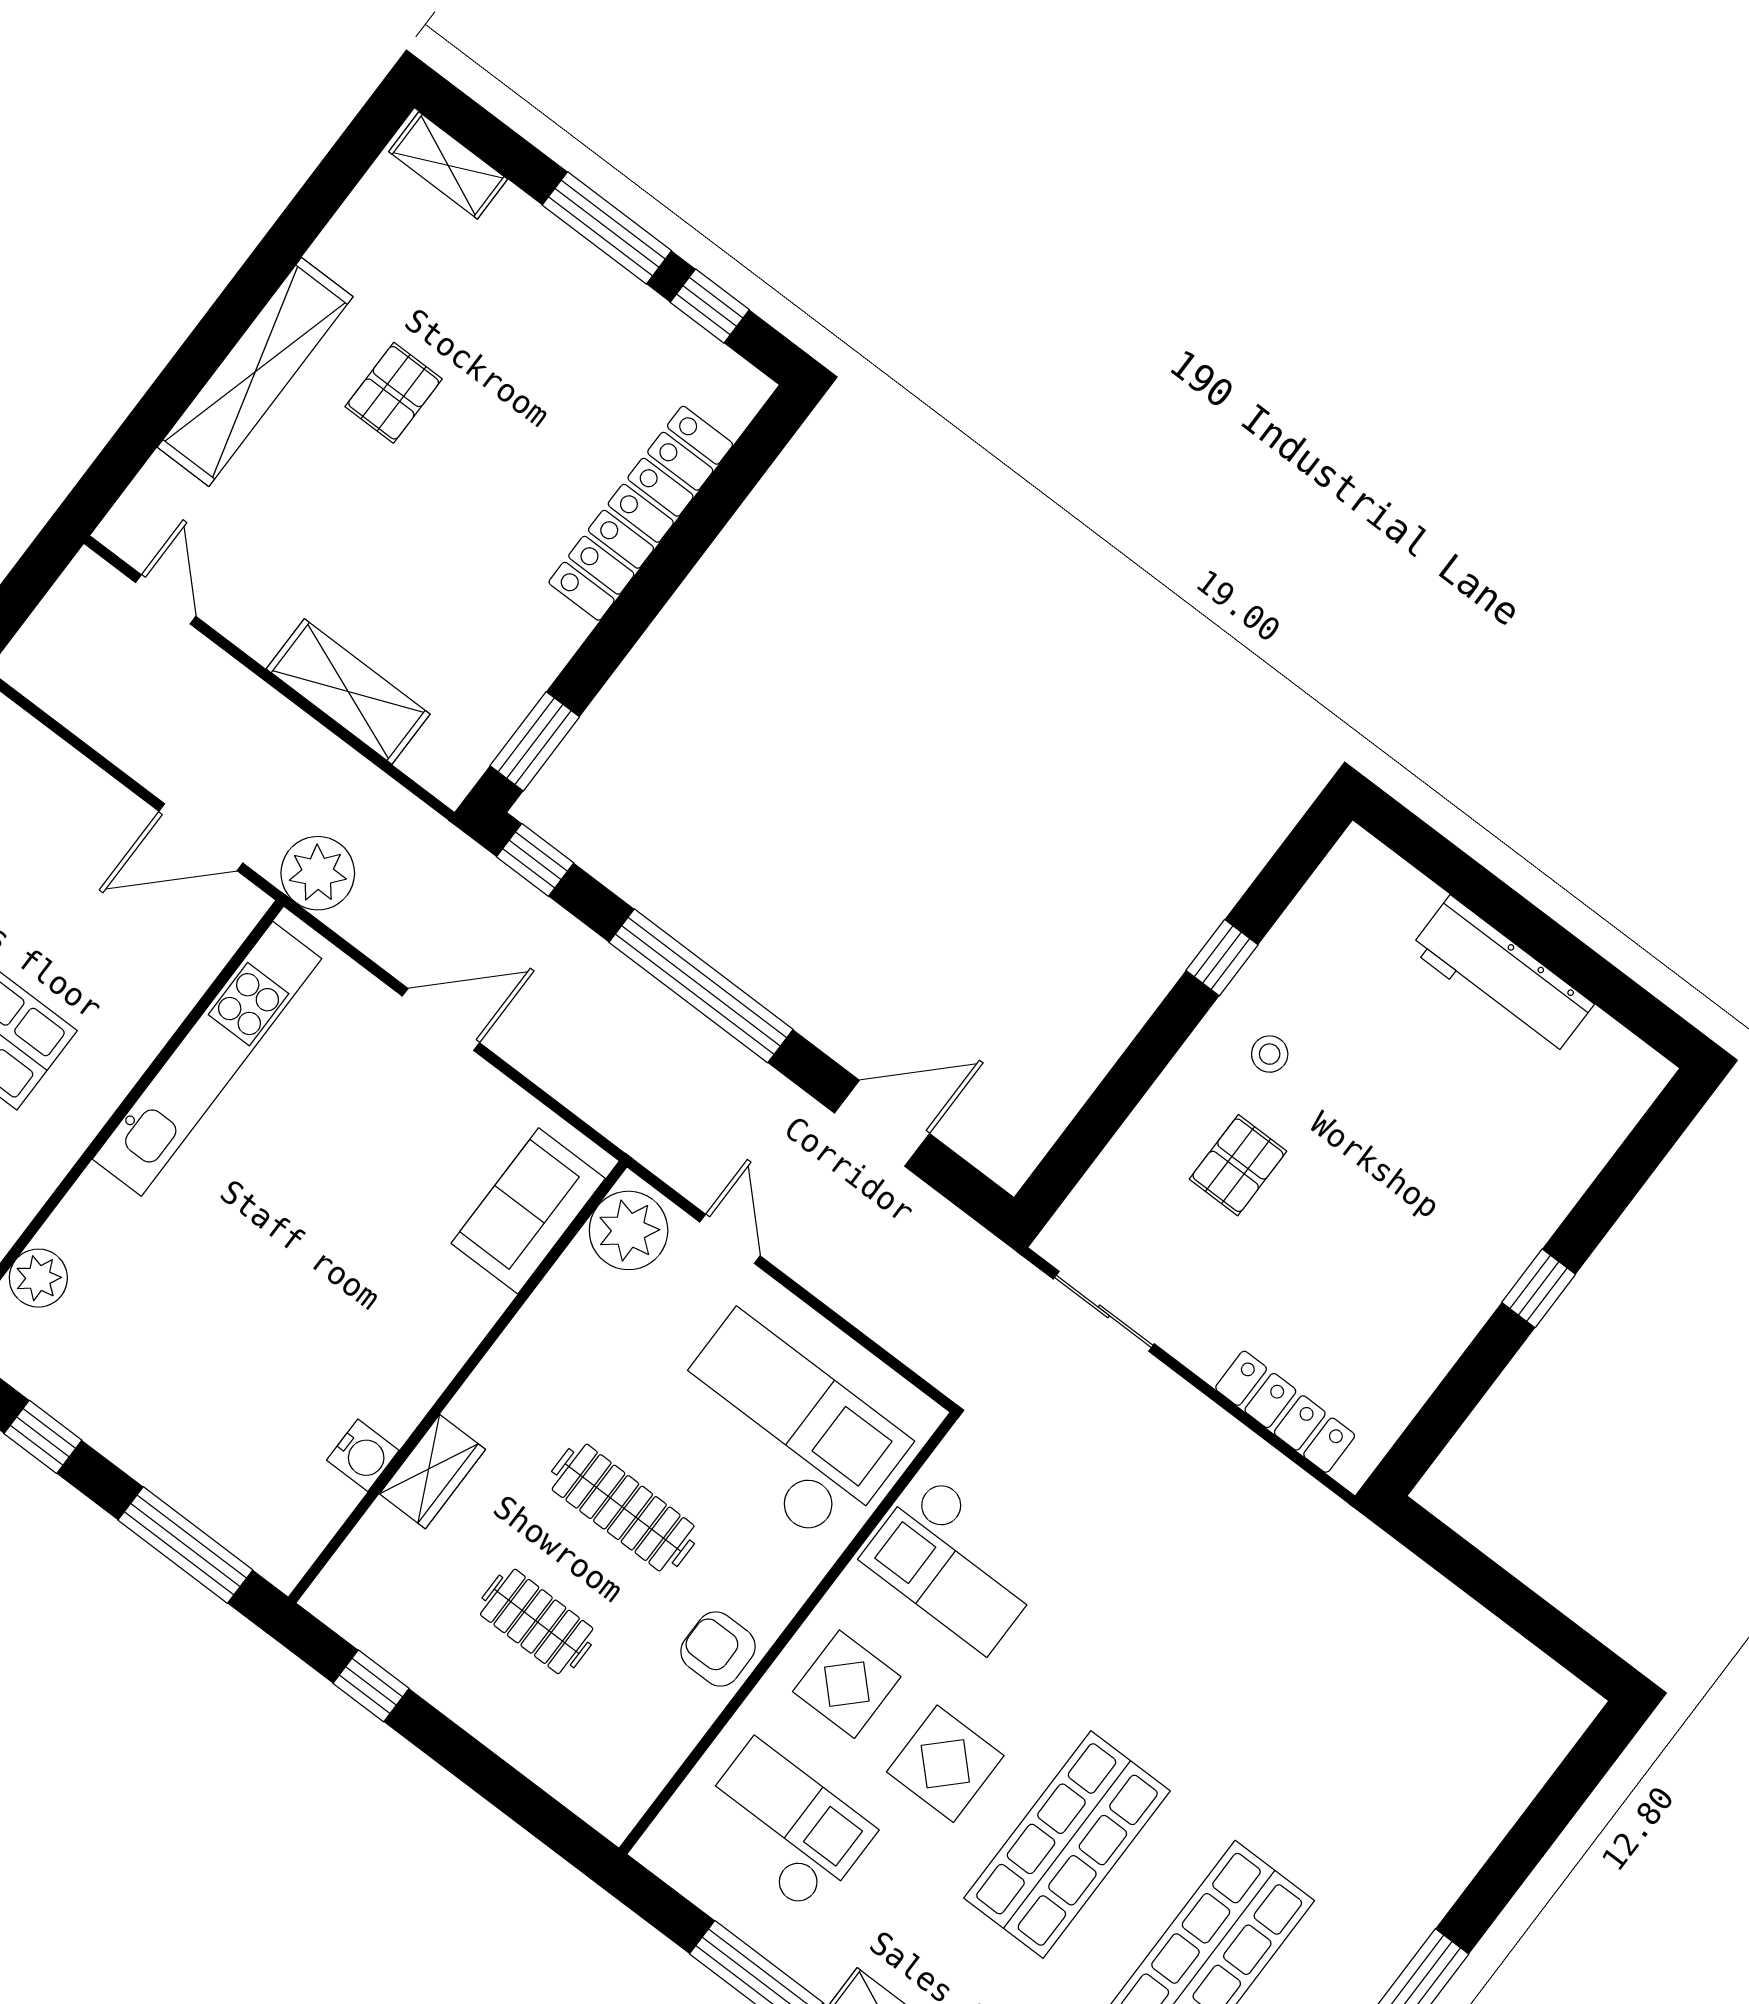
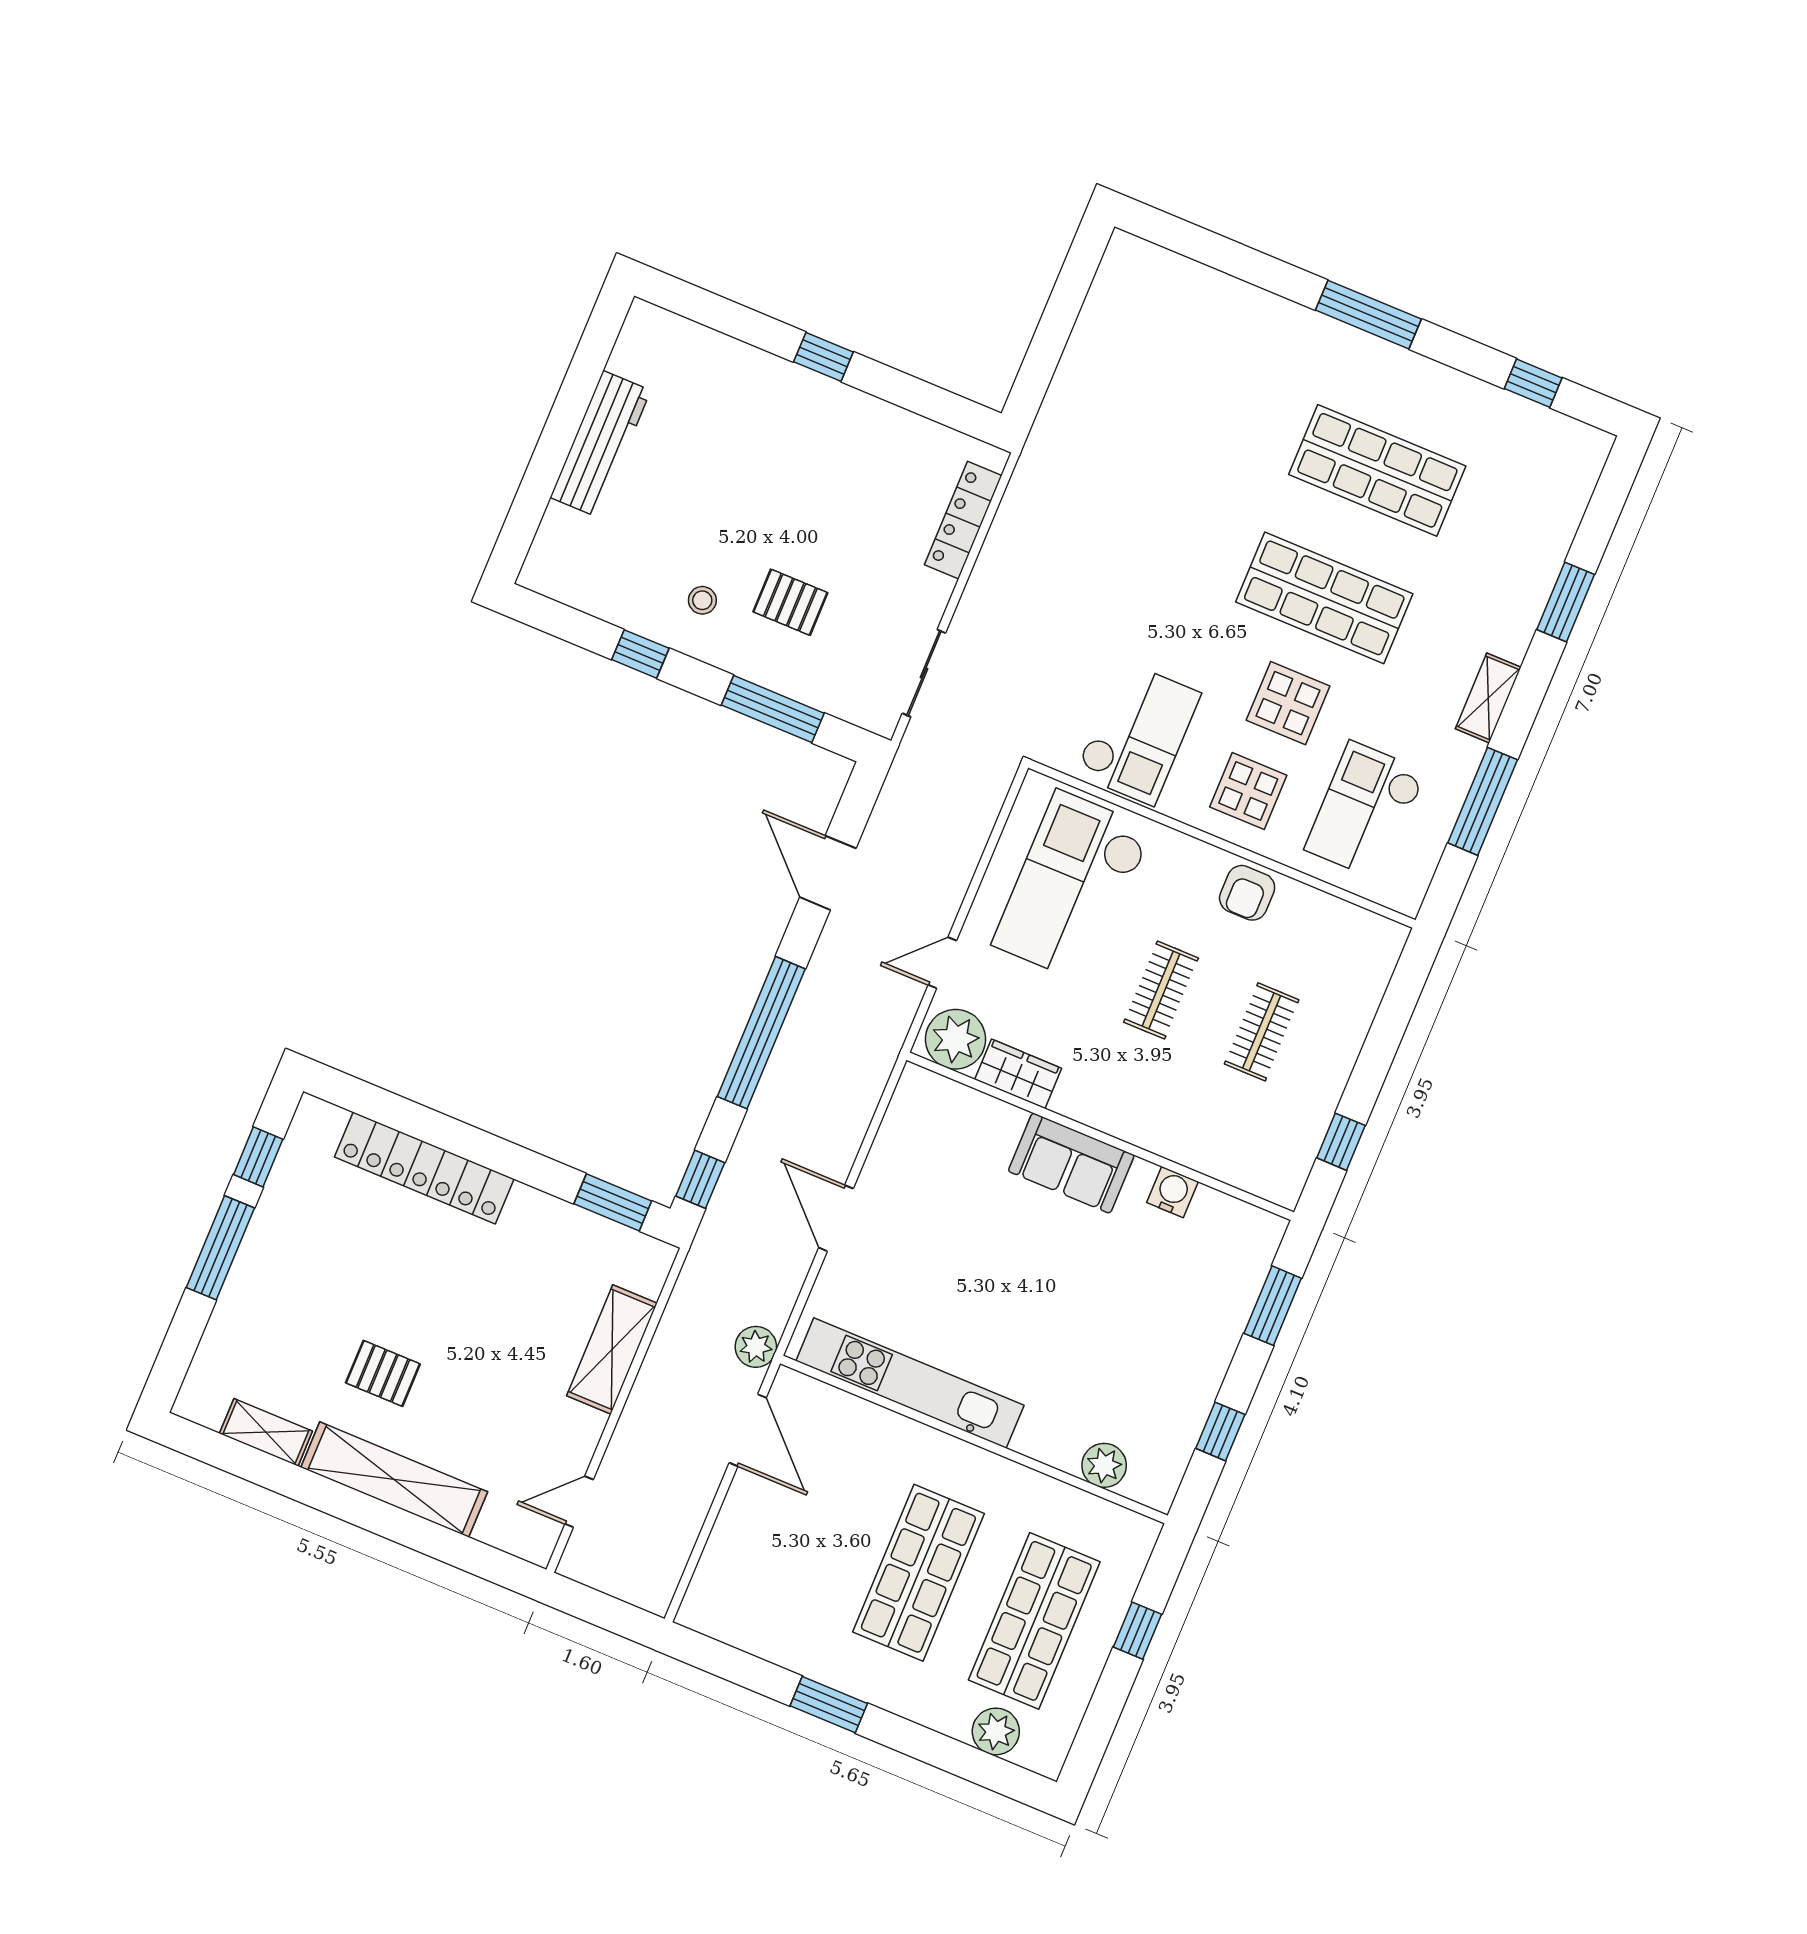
shelving: (448, 165) -> (266, 1432), moved, turned 90
plant: (318, 873) -> (756, 1347), width x0.73, depth x0.73
window: (1108, 1108) -> (773, 709), added
sofa: (528, 1211) -> (1071, 1163), moved
wardrobe: (432, 1472) -> (1018, 1074), moved
clothes rail: (623, 1508) -> (1161, 990), width x0.73
window: (185, 1545) -> (1273, 1306), width x0.69

